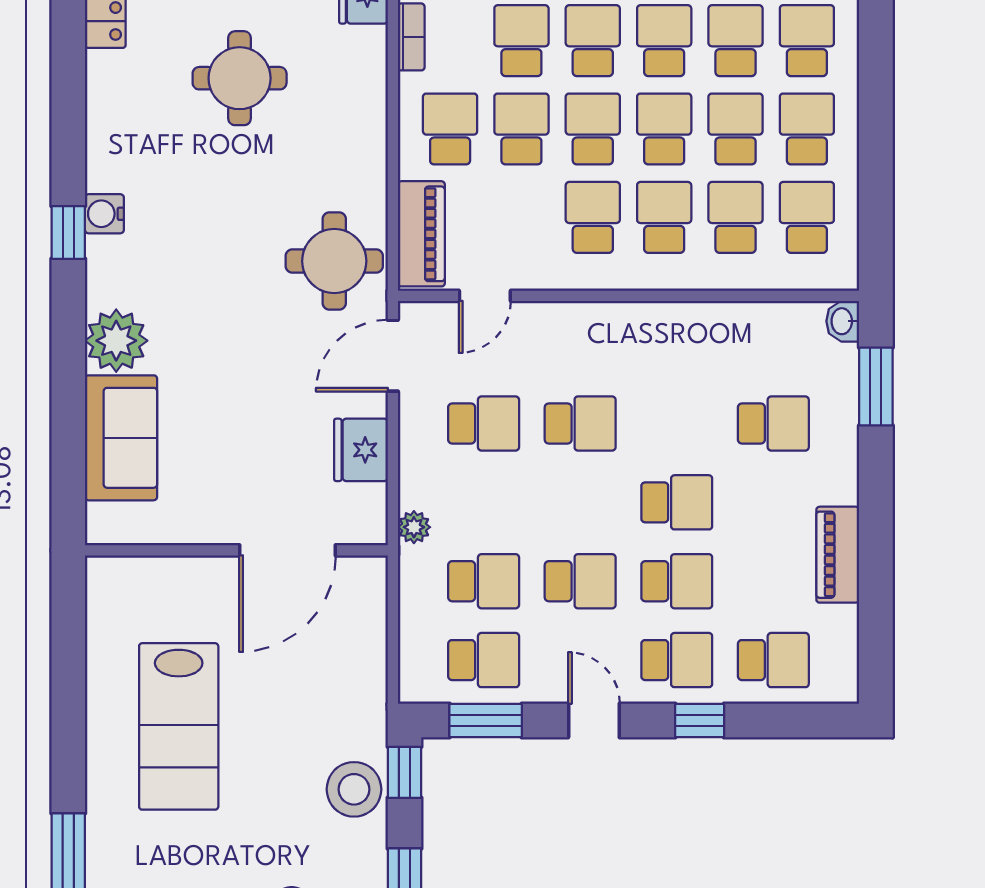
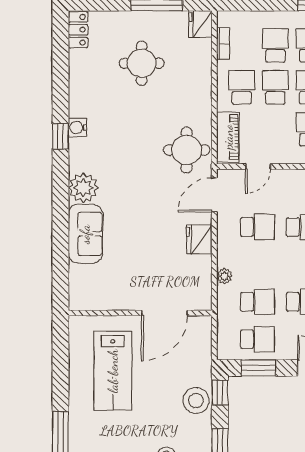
wall: (236, 550) -> (140, 313), moved
door: (288, 550) -> (164, 313), moved

